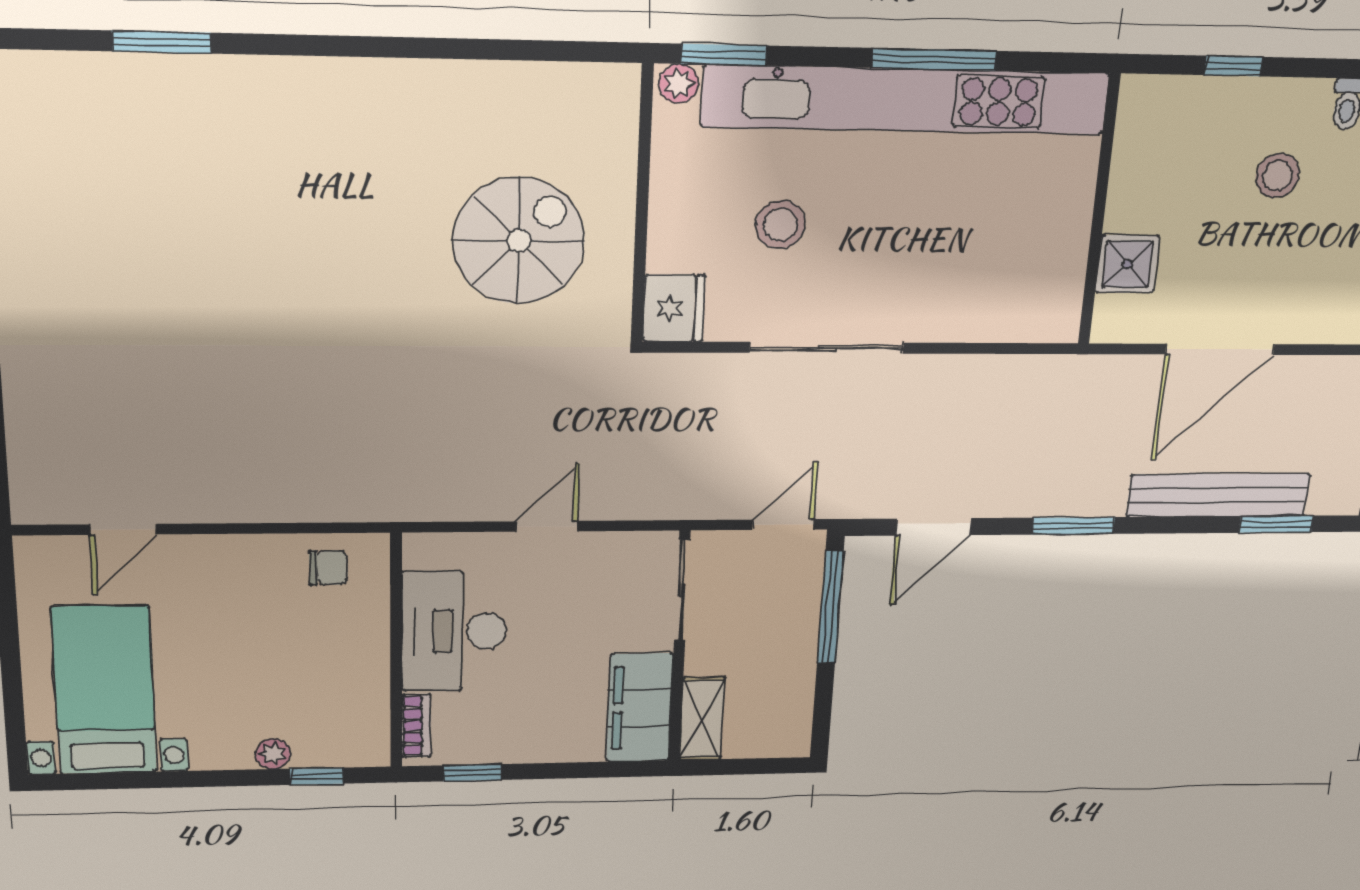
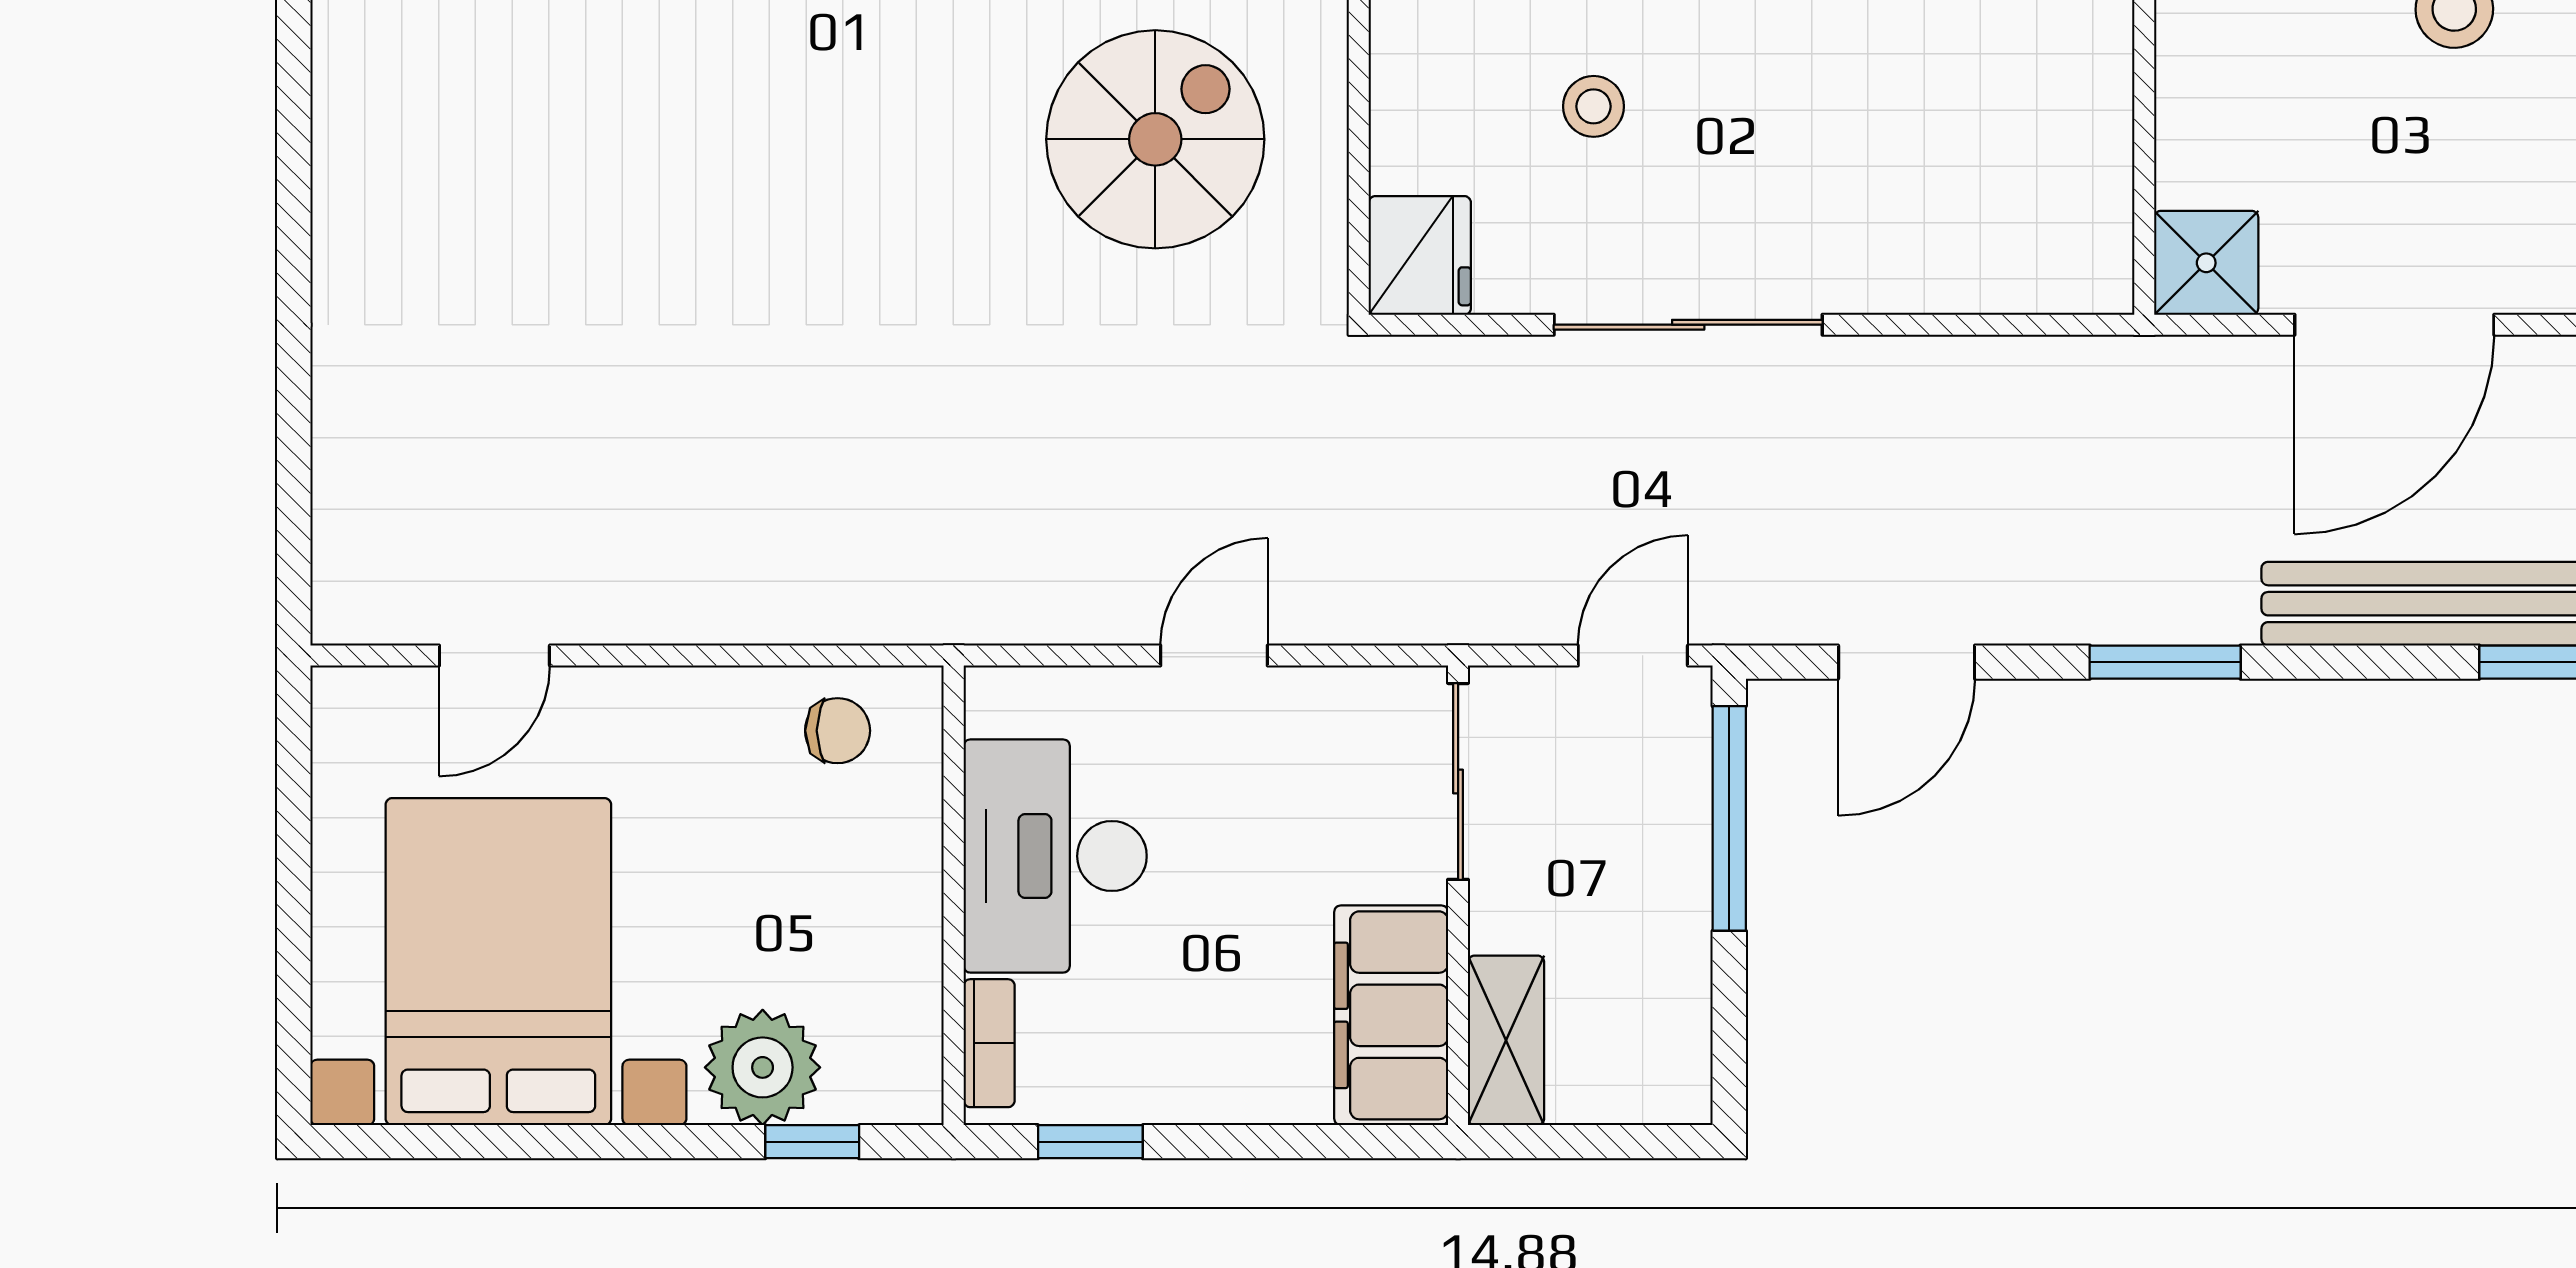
stool: (780, 224) -> (1594, 106), width x0.73, depth x0.73
shower: (1127, 264) -> (2206, 263), moved
bed with nightstands: (104, 690) -> (498, 962), width x1.36
plant: (273, 754) -> (763, 1067), width x1.88, depth x1.88

